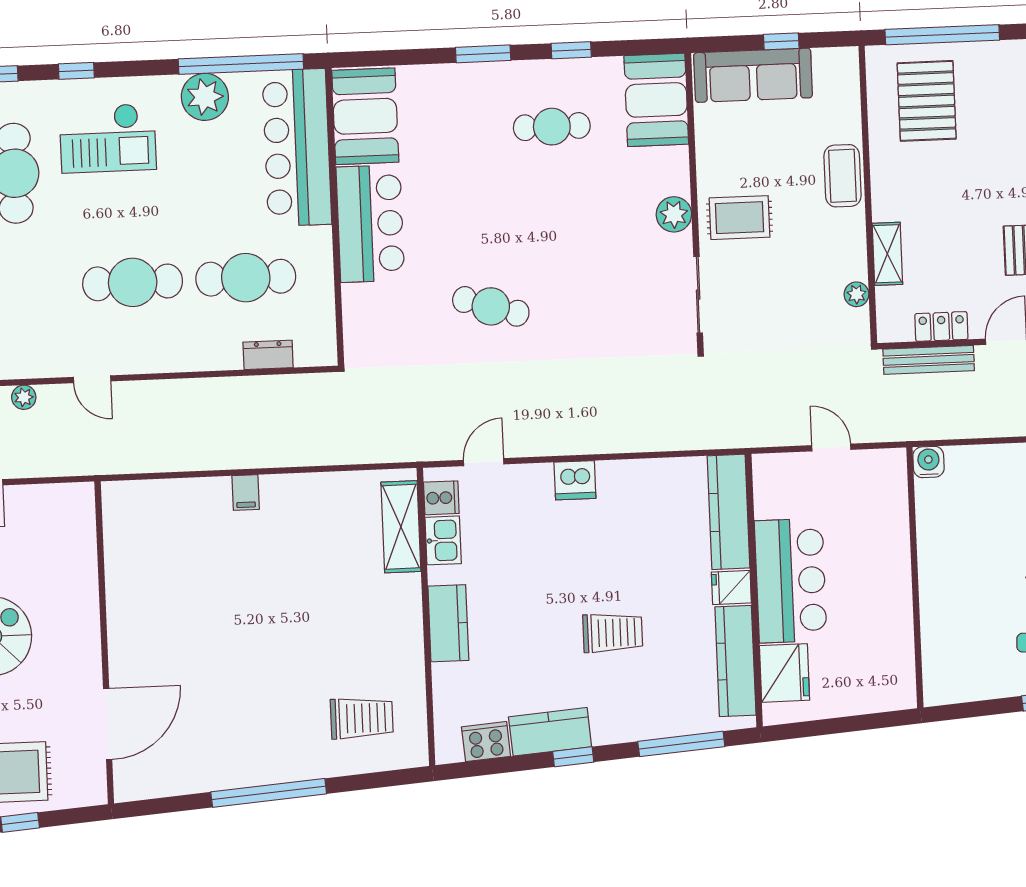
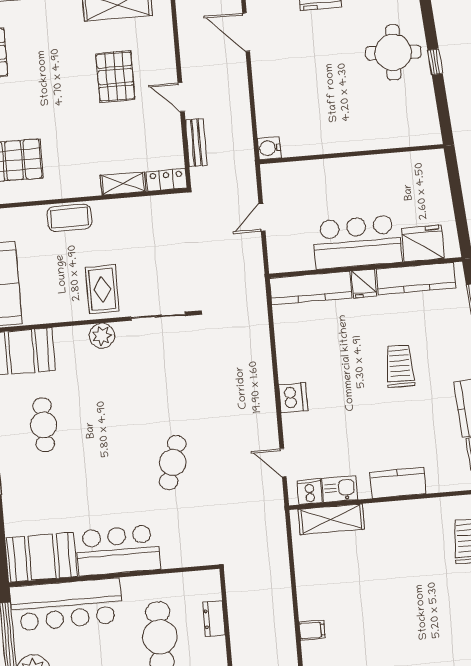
plant: (856, 294) -> (153, 204), removed
locker: (941, 326) -> (166, 180), moved, turned 90
bench: (929, 360) -> (196, 143), width x0.73

